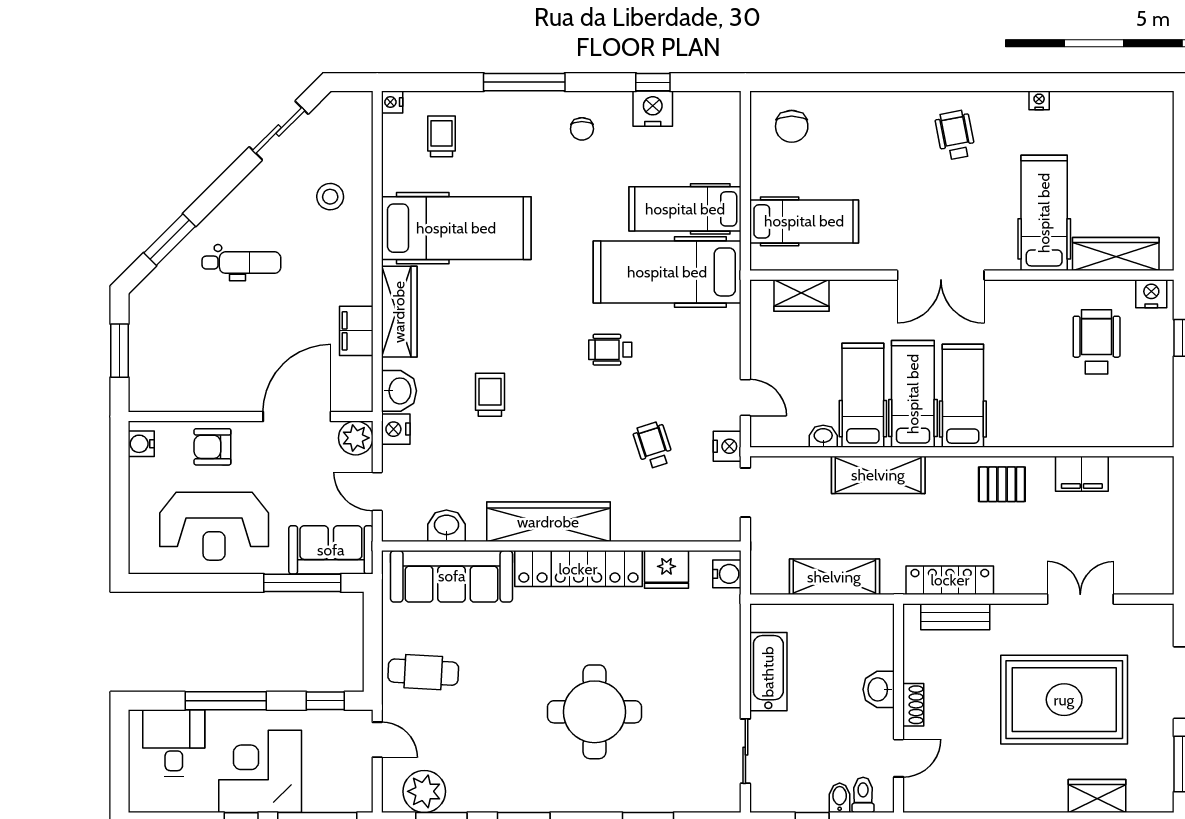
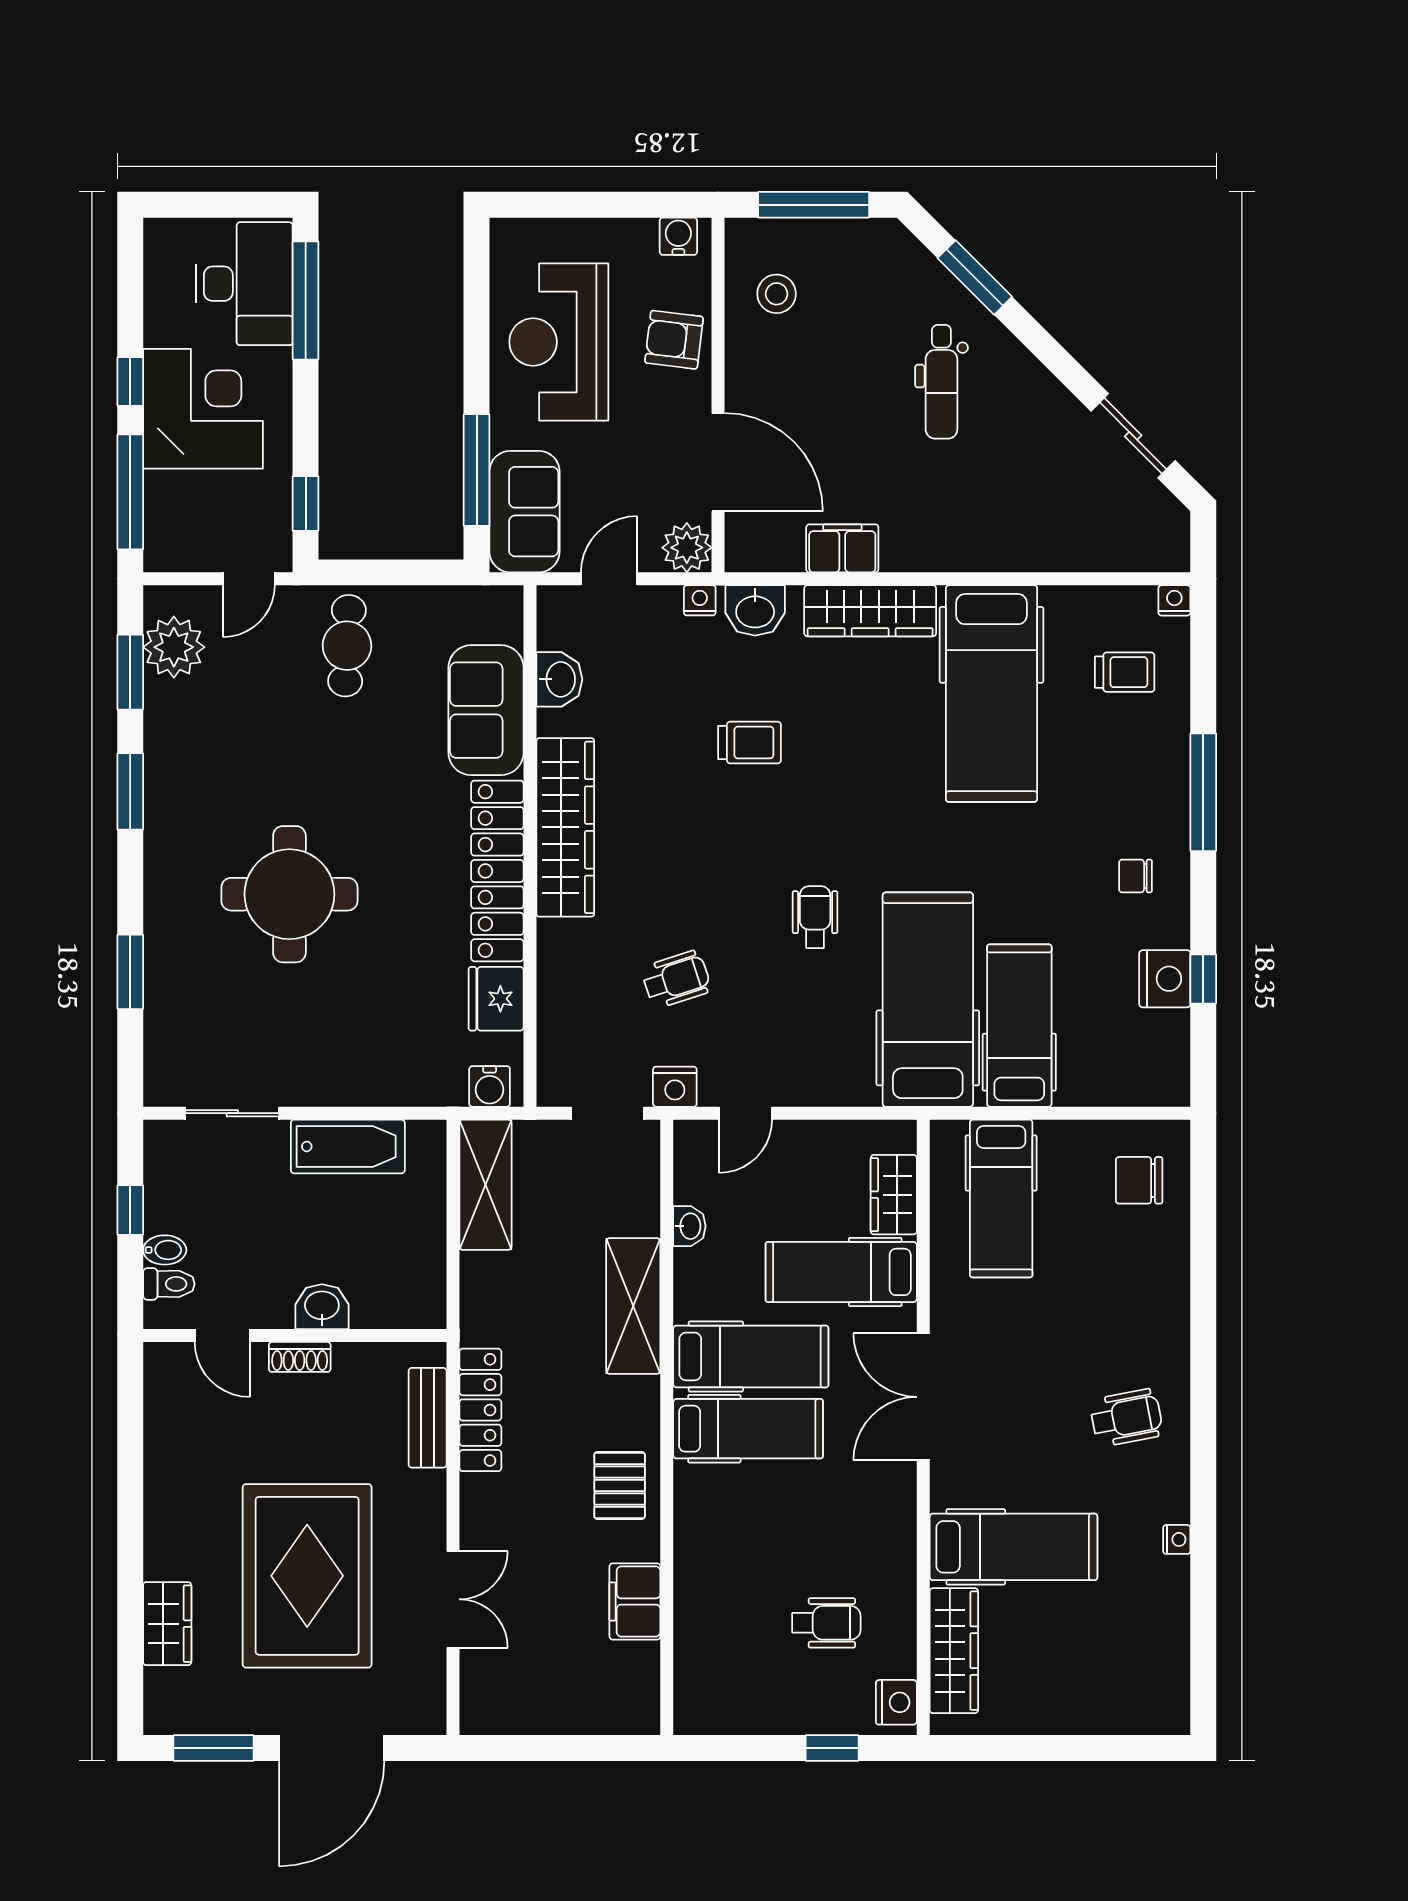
stool: (330, 197) -> (777, 294), moved
wheelchair: (1097, 342) -> (826, 1623), width x0.73, depth x0.73
window: (119, 351) -> (814, 205), width x1.44
hospital bed: (863, 395) -> (841, 1272), moved, turned 180
nightstand: (396, 429) -> (700, 600), width x0.72, depth x0.74
armchair: (212, 447) -> (674, 340), turned -83
sofa: (452, 576) -> (486, 710), width x0.73
shelving: (834, 577) -> (485, 1185), moved
window: (226, 701) -> (306, 301), moved
desk: (174, 743) -> (244, 284), width x1.37

